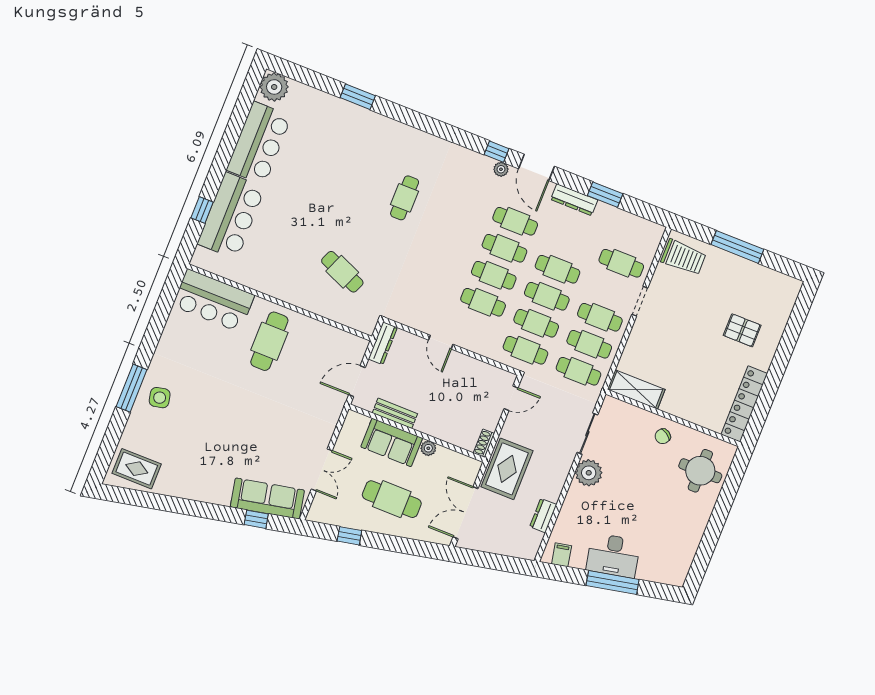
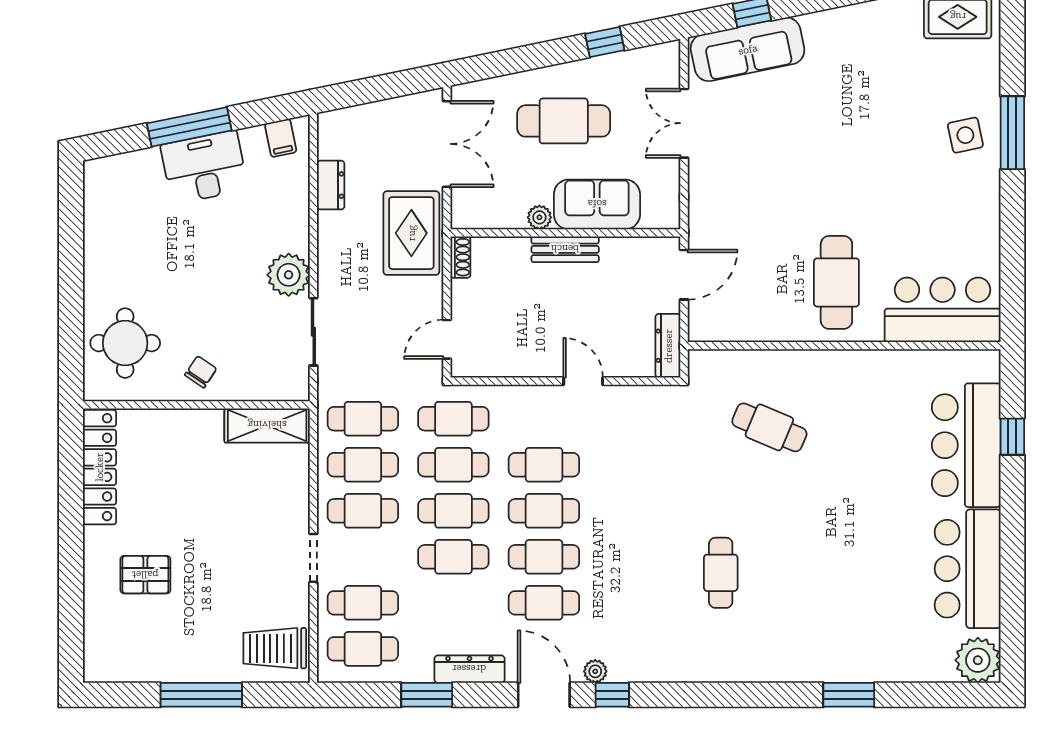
cafe table: (632, 236) -> (363, 649), added
bench: (395, 413) -> (565, 249), moved

